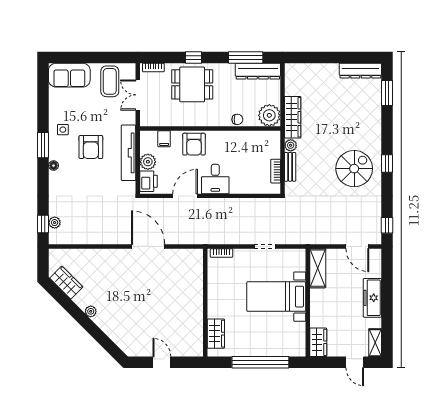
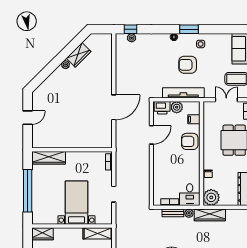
desk: (215, 179) -> (190, 195), moved, turned -90
door: (185, 196) -> (151, 135), hinge flipped
wardrobe: (66, 283) -> (79, 55), moved
wardrobe: (216, 334) -> (49, 158), width x1.50

